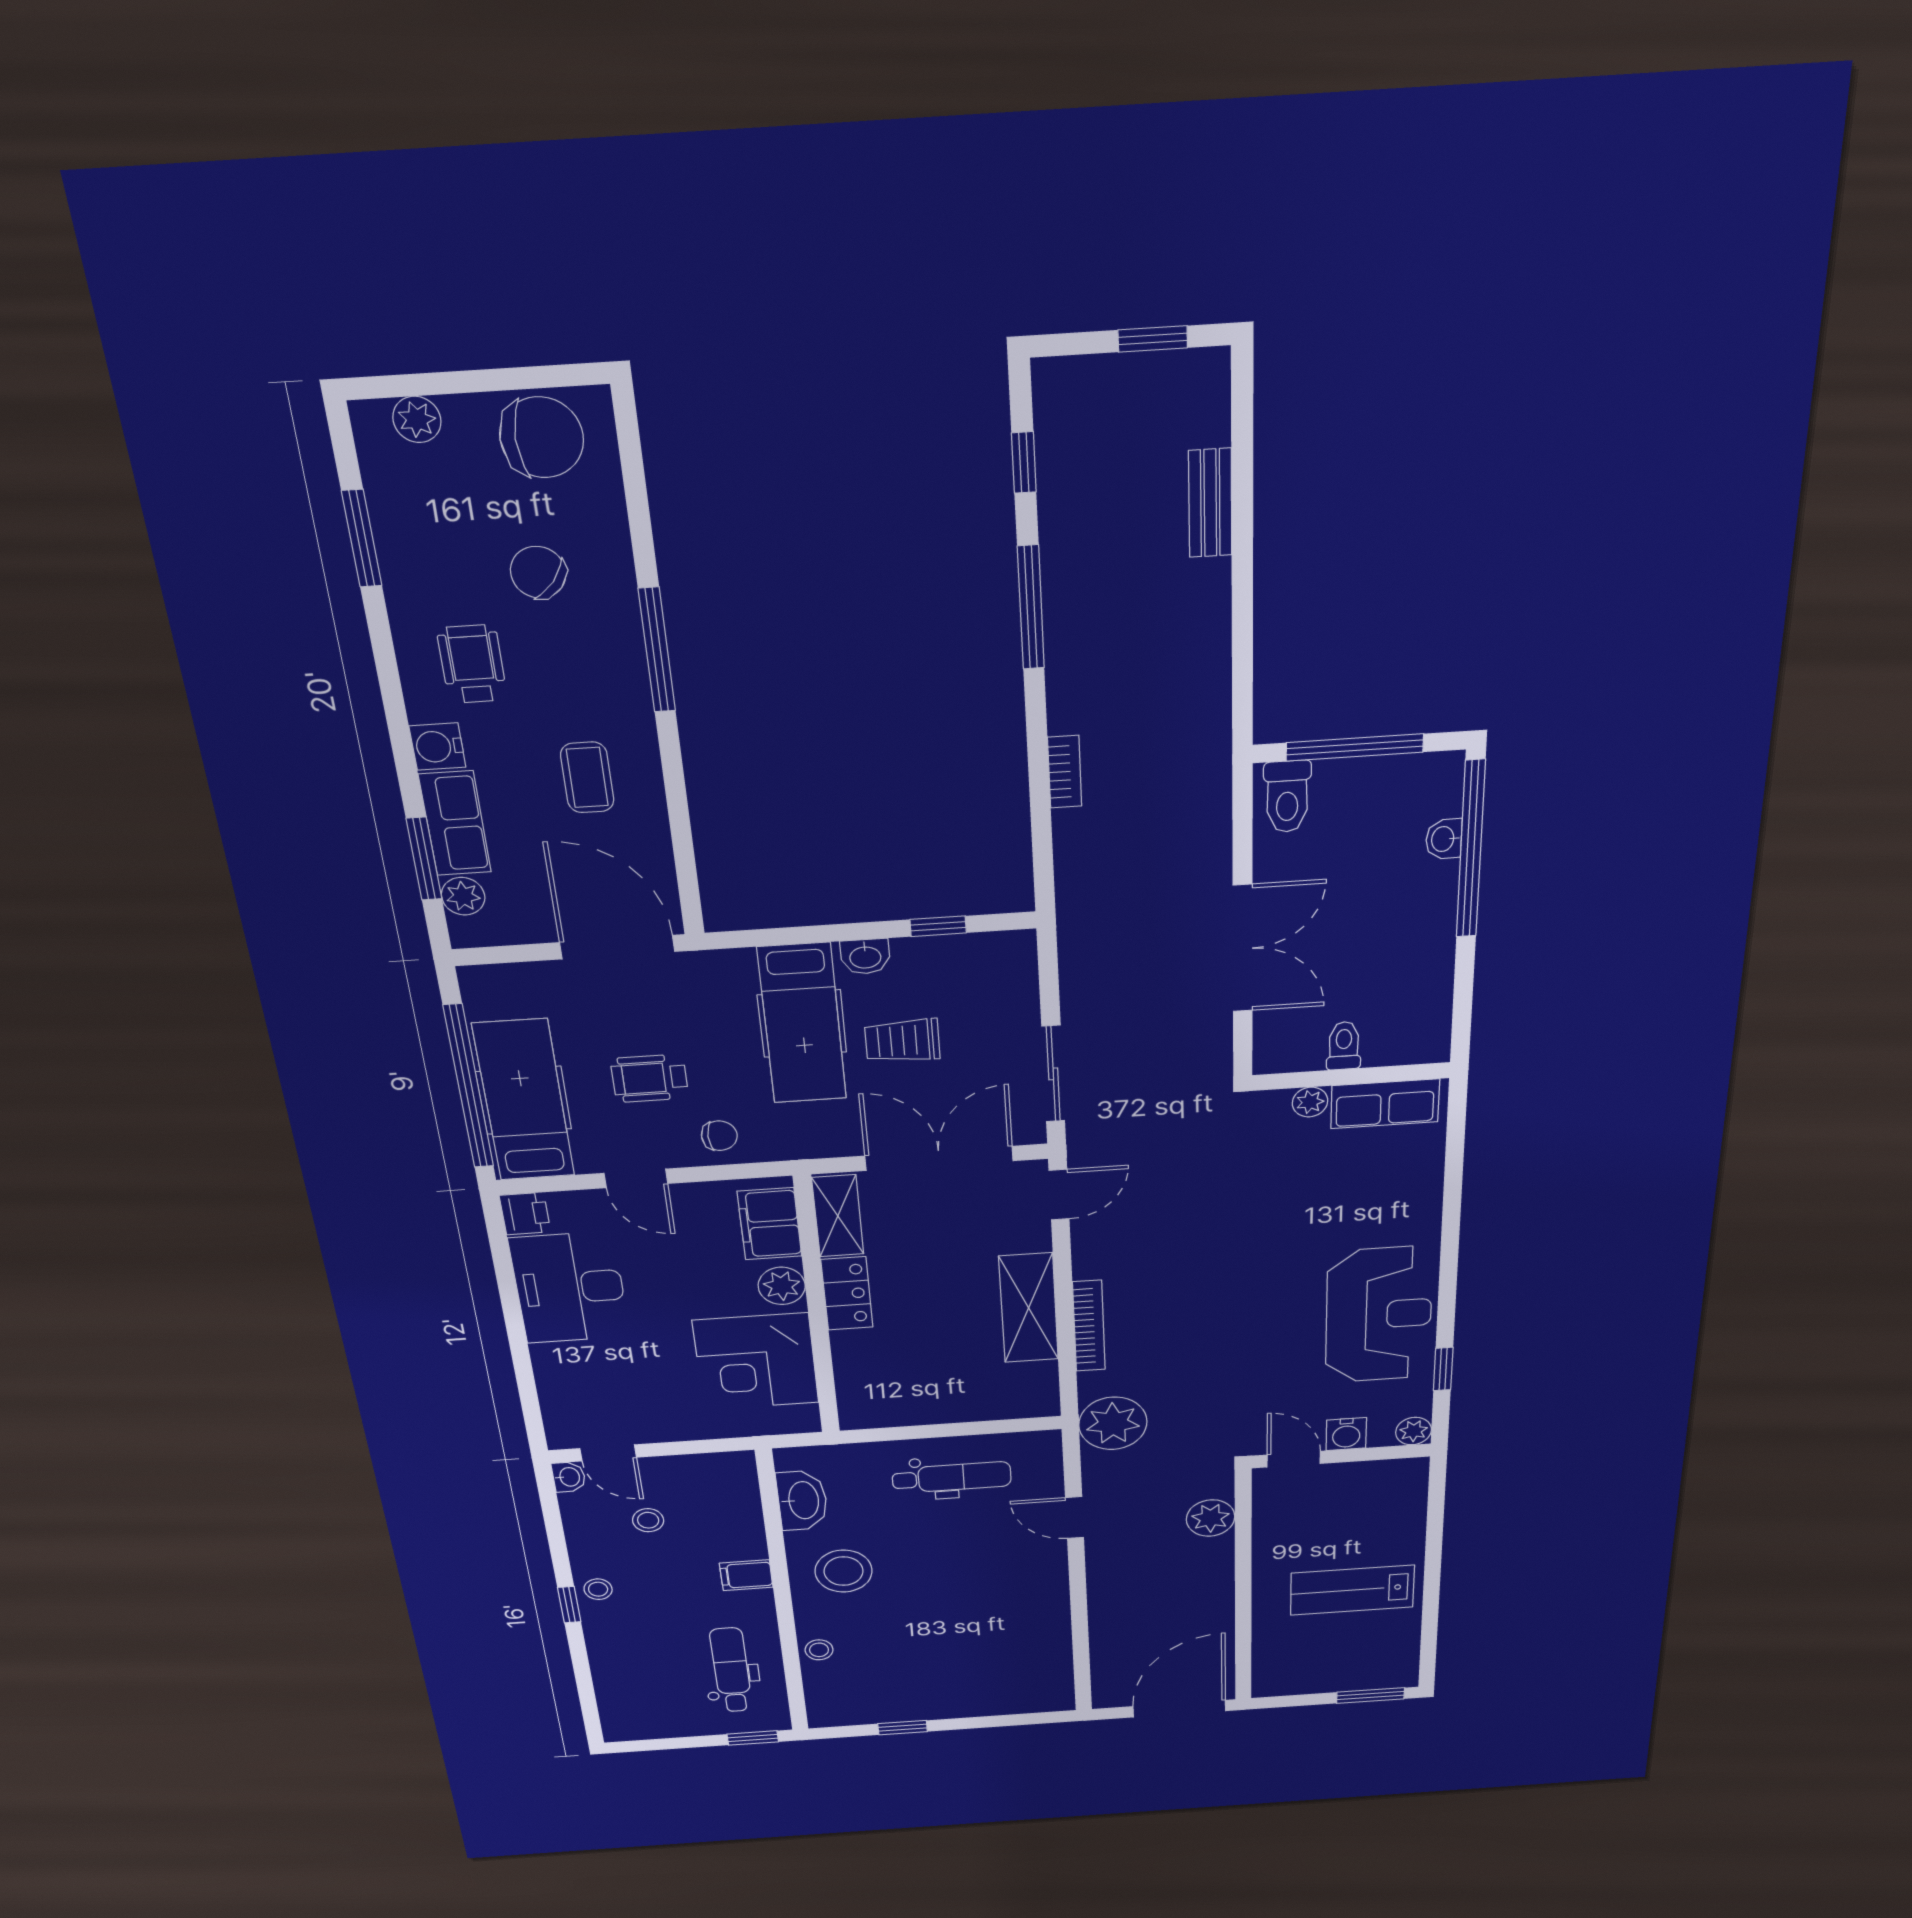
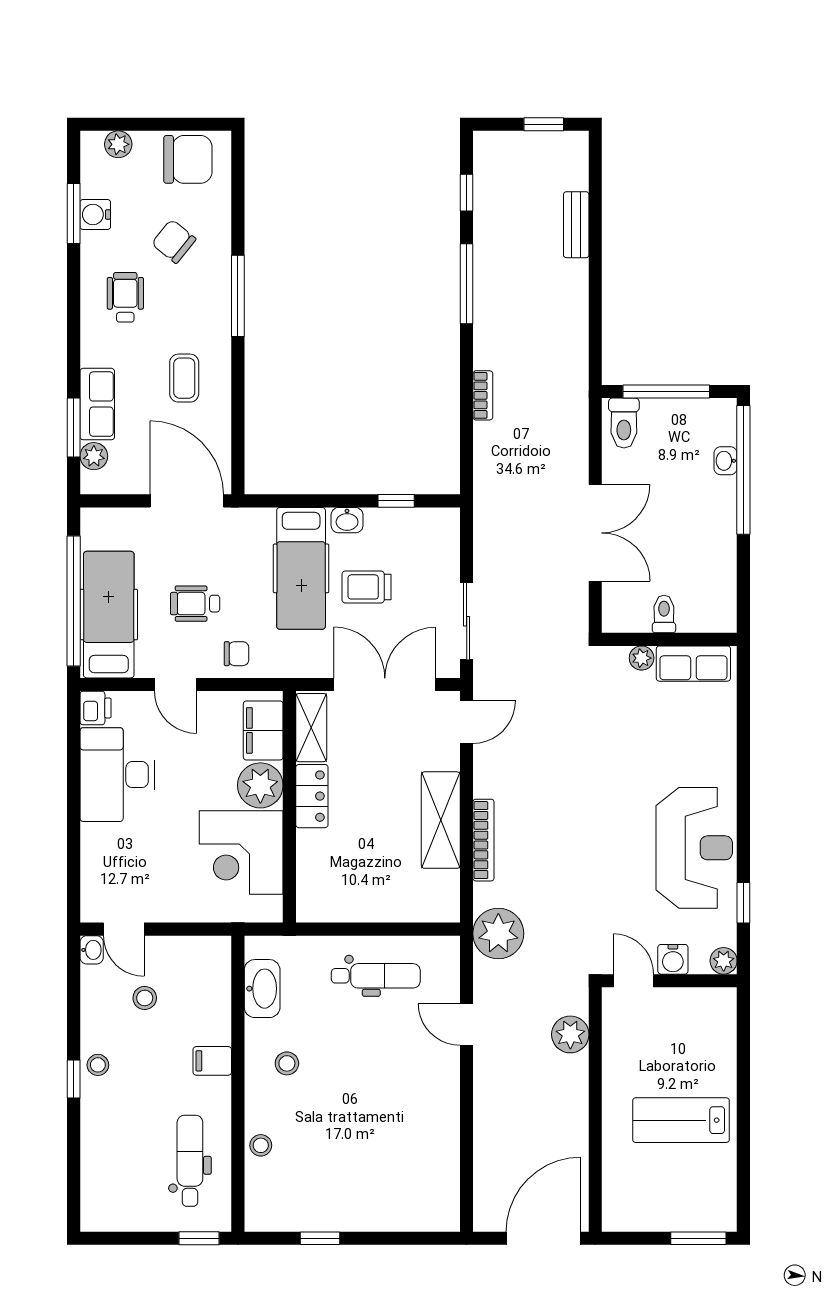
water cooler: (438, 747) -> (95, 215), moved
plant: (782, 1286) -> (260, 785), width x1.36, depth x1.36
stool: (844, 1571) -> (287, 1063), width x0.53, depth x0.53

